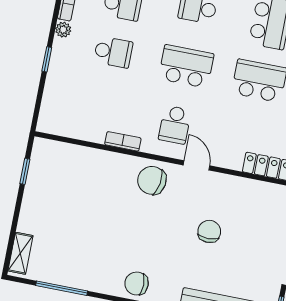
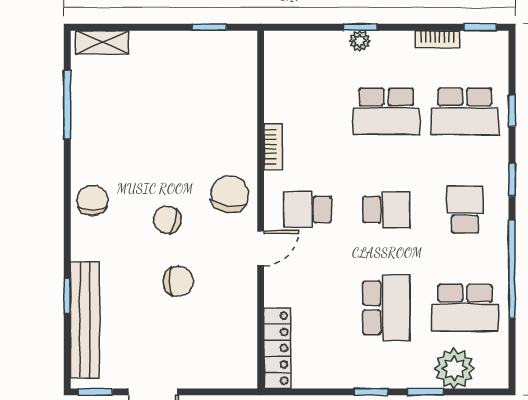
plant: (63, 30) -> (360, 41), moved
school desk: (113, 52) -> (386, 111), width x1.85
school desk: (186, 66) -> (386, 210), width x0.54
chair: (162, 231) -> (167, 220), added

